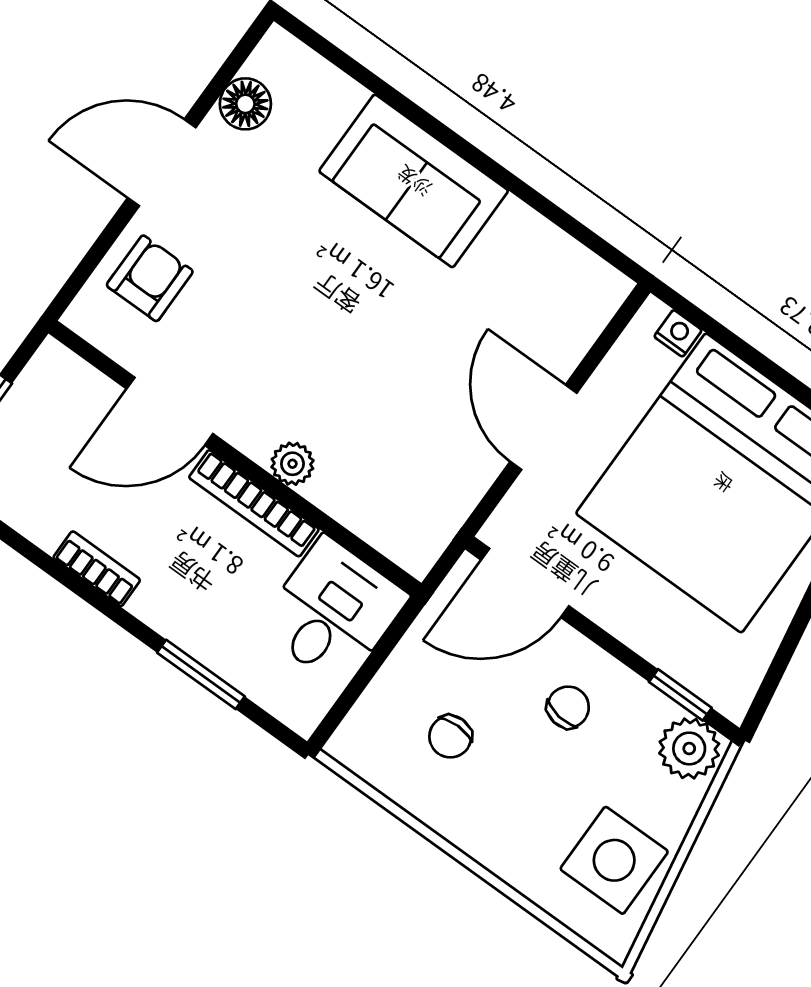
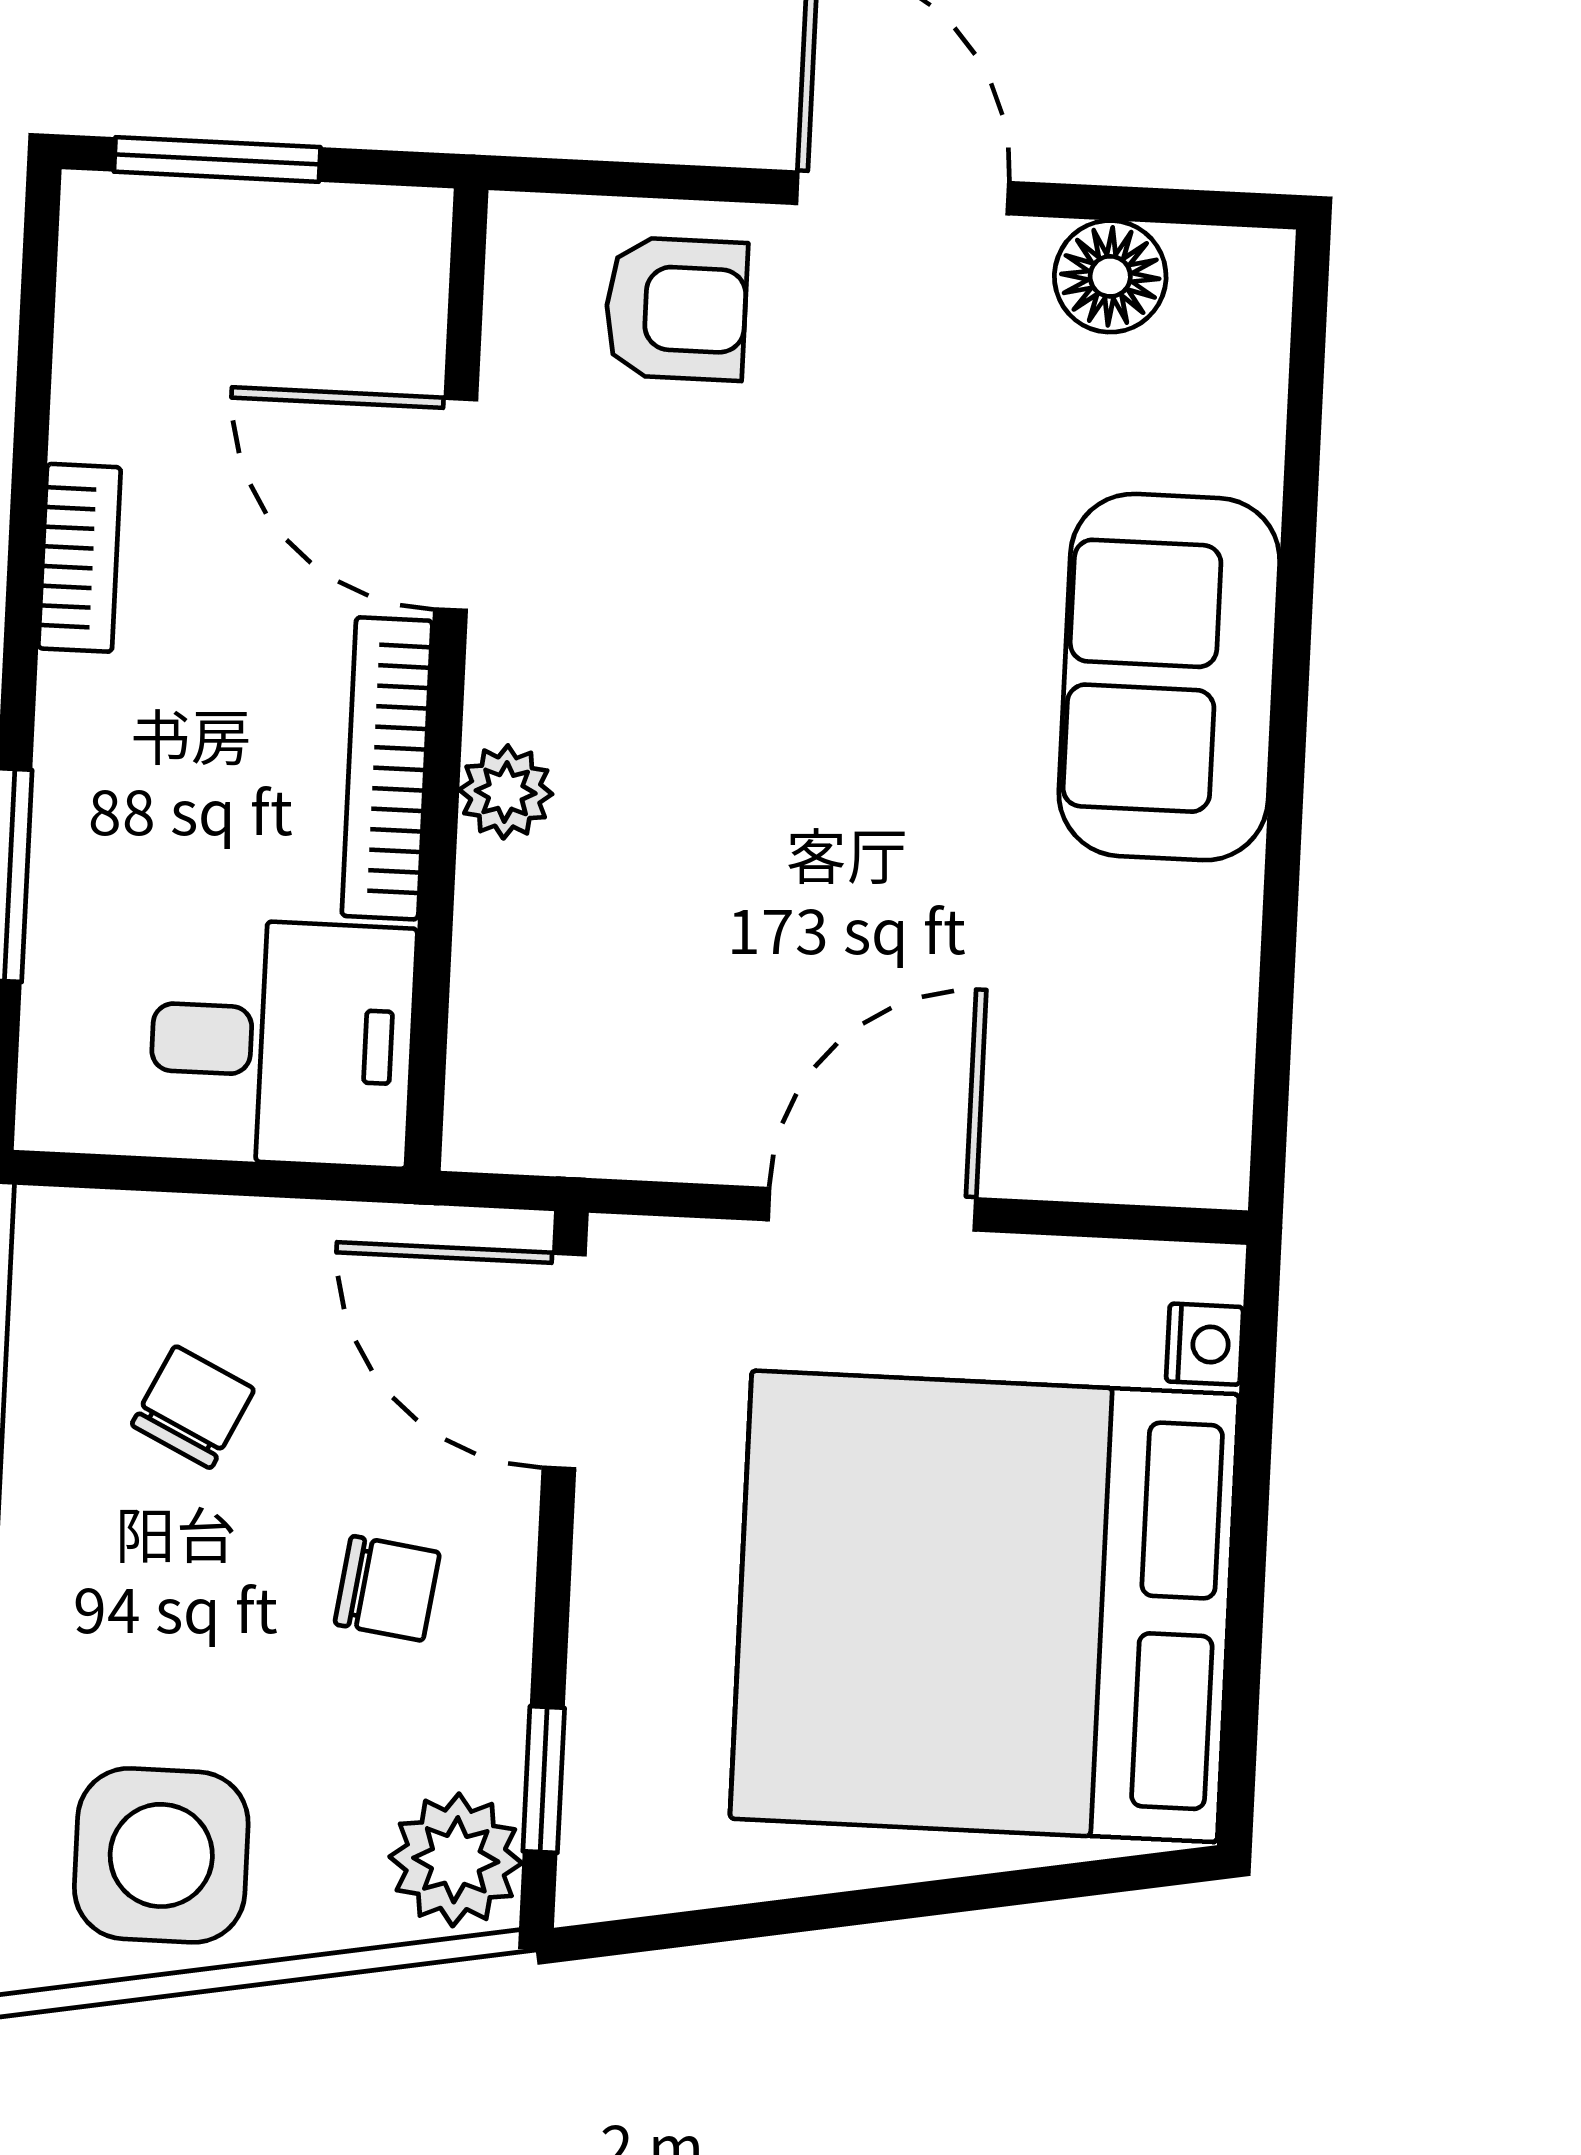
chair: (450, 737) -> (193, 1407), turned 116

